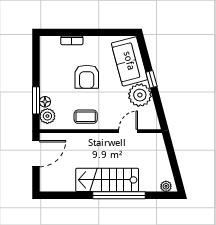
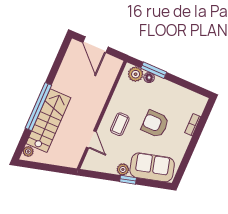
plant: (140, 95) -> (123, 169), width x0.53, depth x0.53
coffee table: (86, 117) -> (120, 124), moved
door: (36, 154) -> (95, 45), moved
stairs: (107, 180) -> (48, 121), moved

